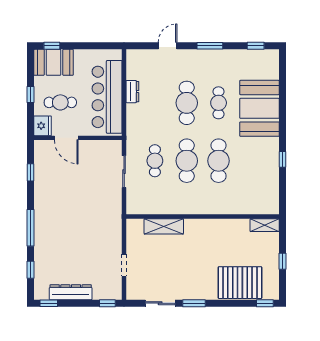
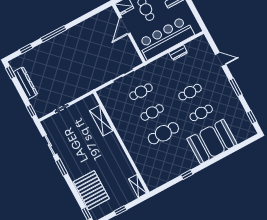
cafe table: (187, 103) -> (190, 92), width x0.73, depth x0.74
cafe table: (187, 161) -> (152, 112), width x0.73, depth x0.74
window: (30, 172) -> (90, 15), removed

